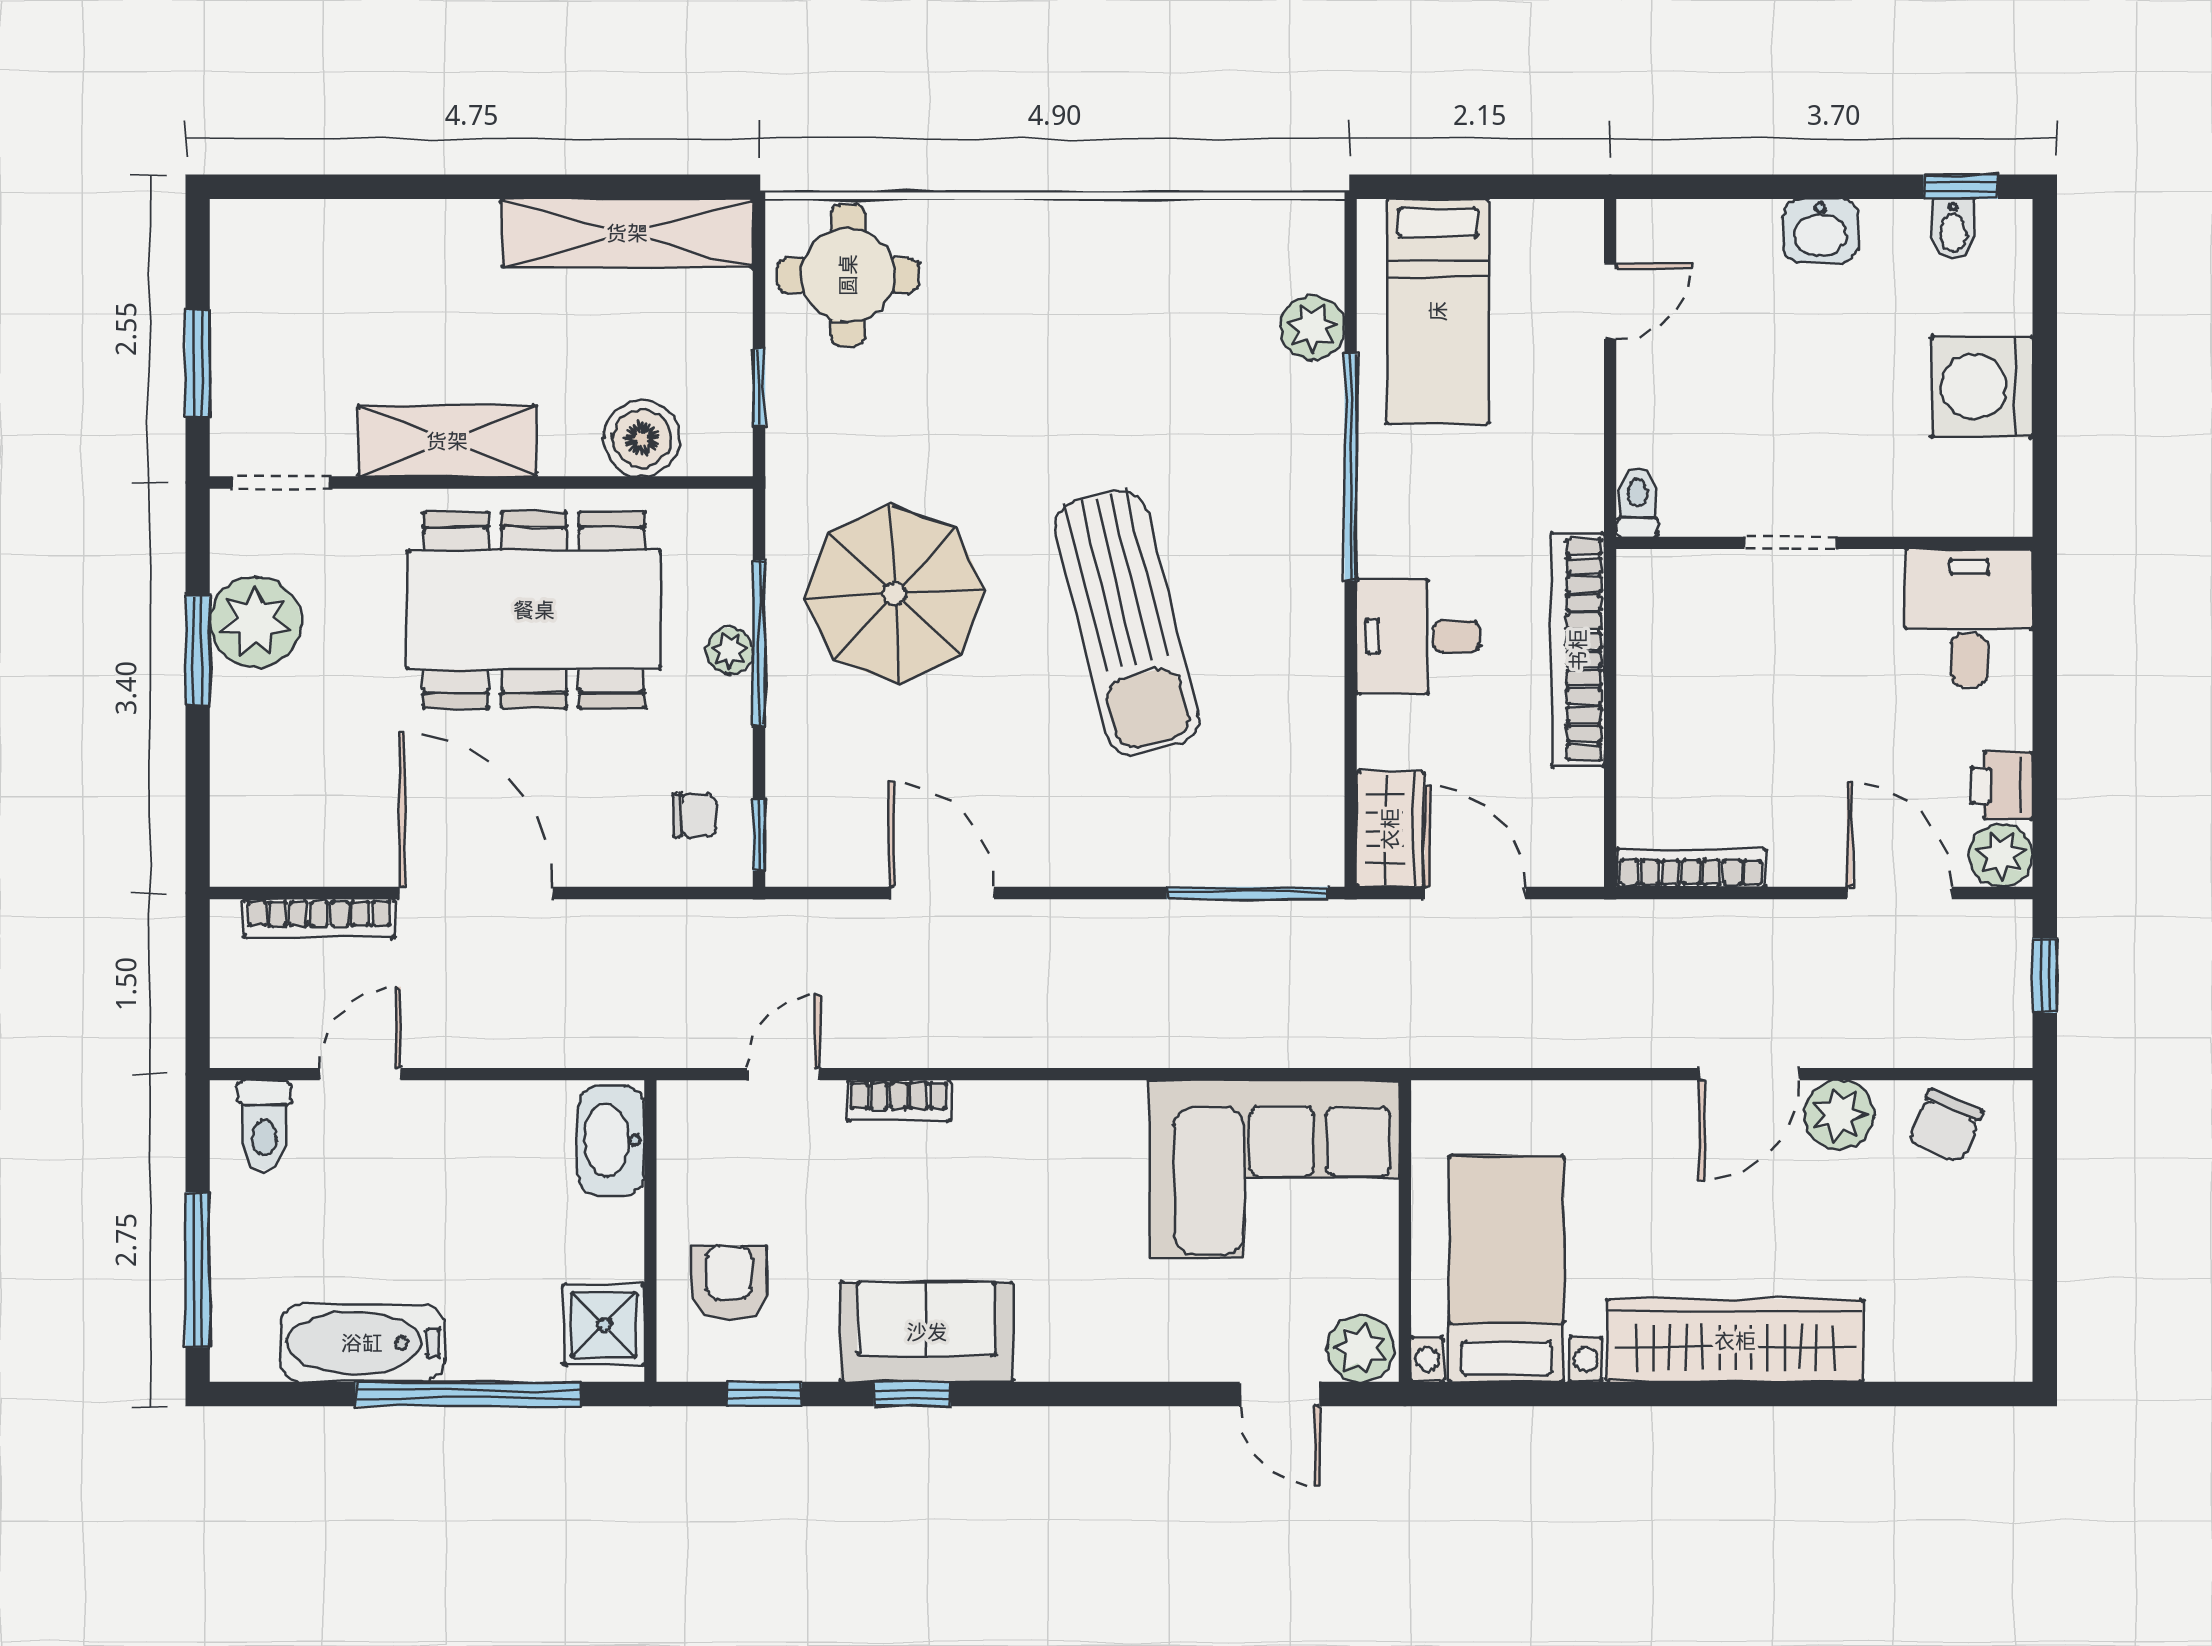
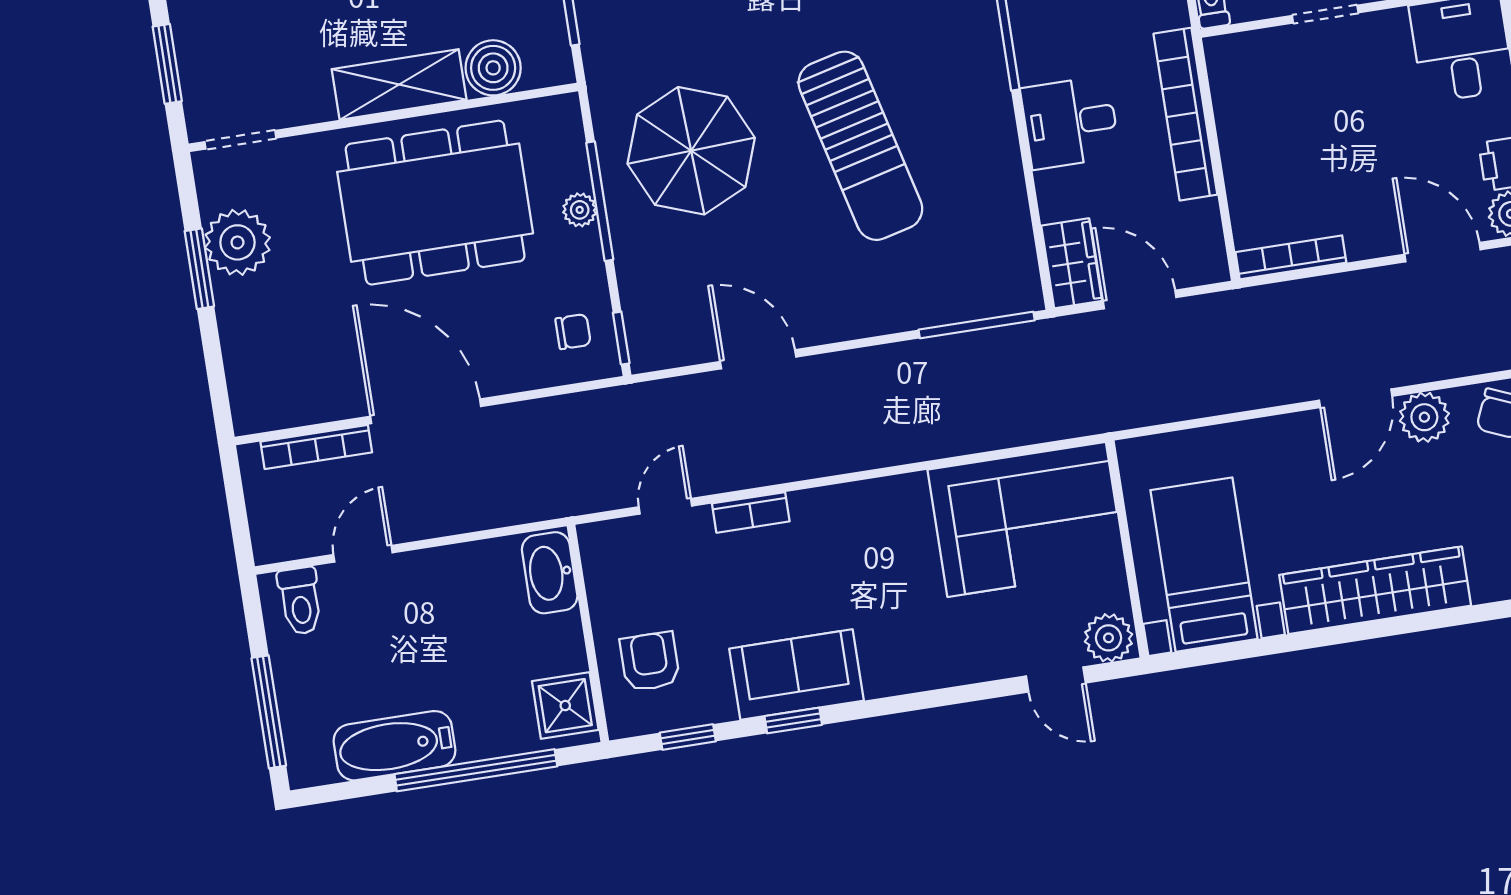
shelving: (447, 441) -> (399, 84), moved

